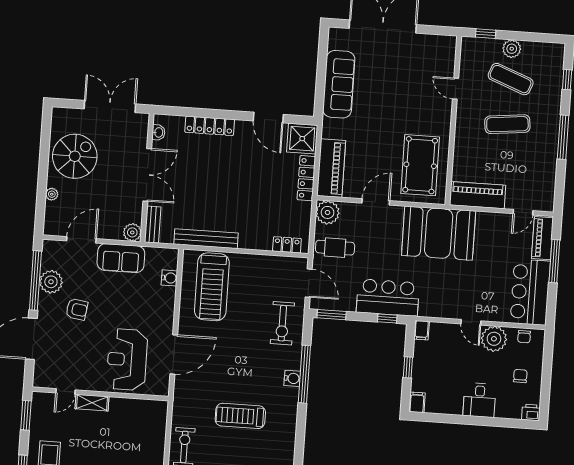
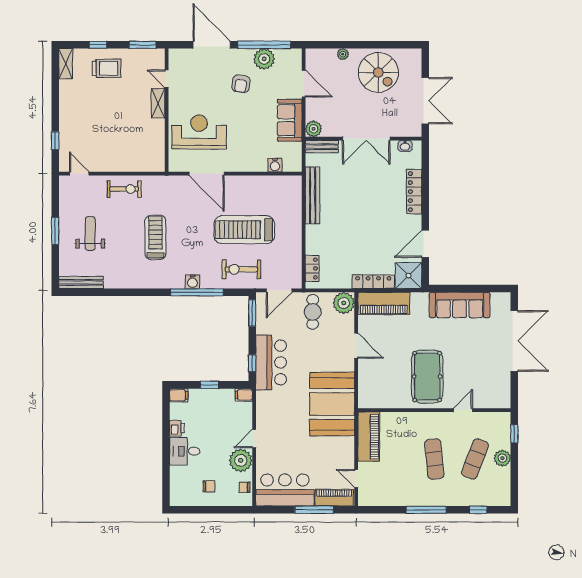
pool table: (420, 165) -> (427, 377), moved, turned 90
treadmill: (212, 287) -> (244, 230), moved
printer: (531, 412) -> (177, 428), moved

